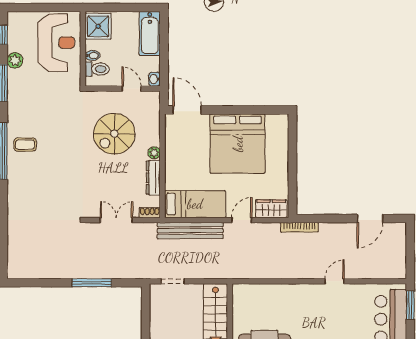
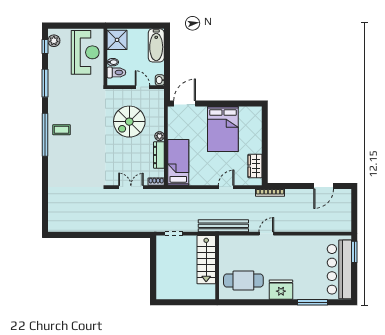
plant: (15, 60) -> (54, 41), moved
door: (187, 110) -> (185, 104), hinge flipped
bed: (238, 144) -> (223, 129), width x0.73
bed: (195, 204) -> (178, 162), moved, turned -90
wardrobe: (271, 209) -> (255, 166), moved, turned -90
bench: (190, 231) -> (223, 226), moved
door: (334, 281) -> (266, 234), moved
window: (92, 283) -> (112, 235), removed

